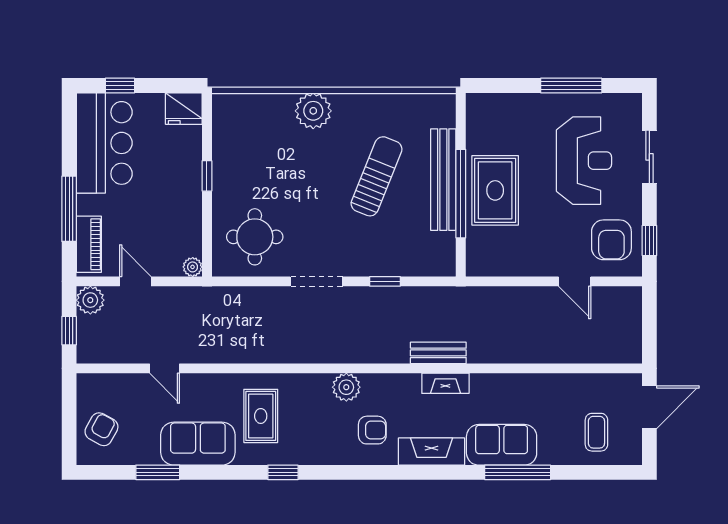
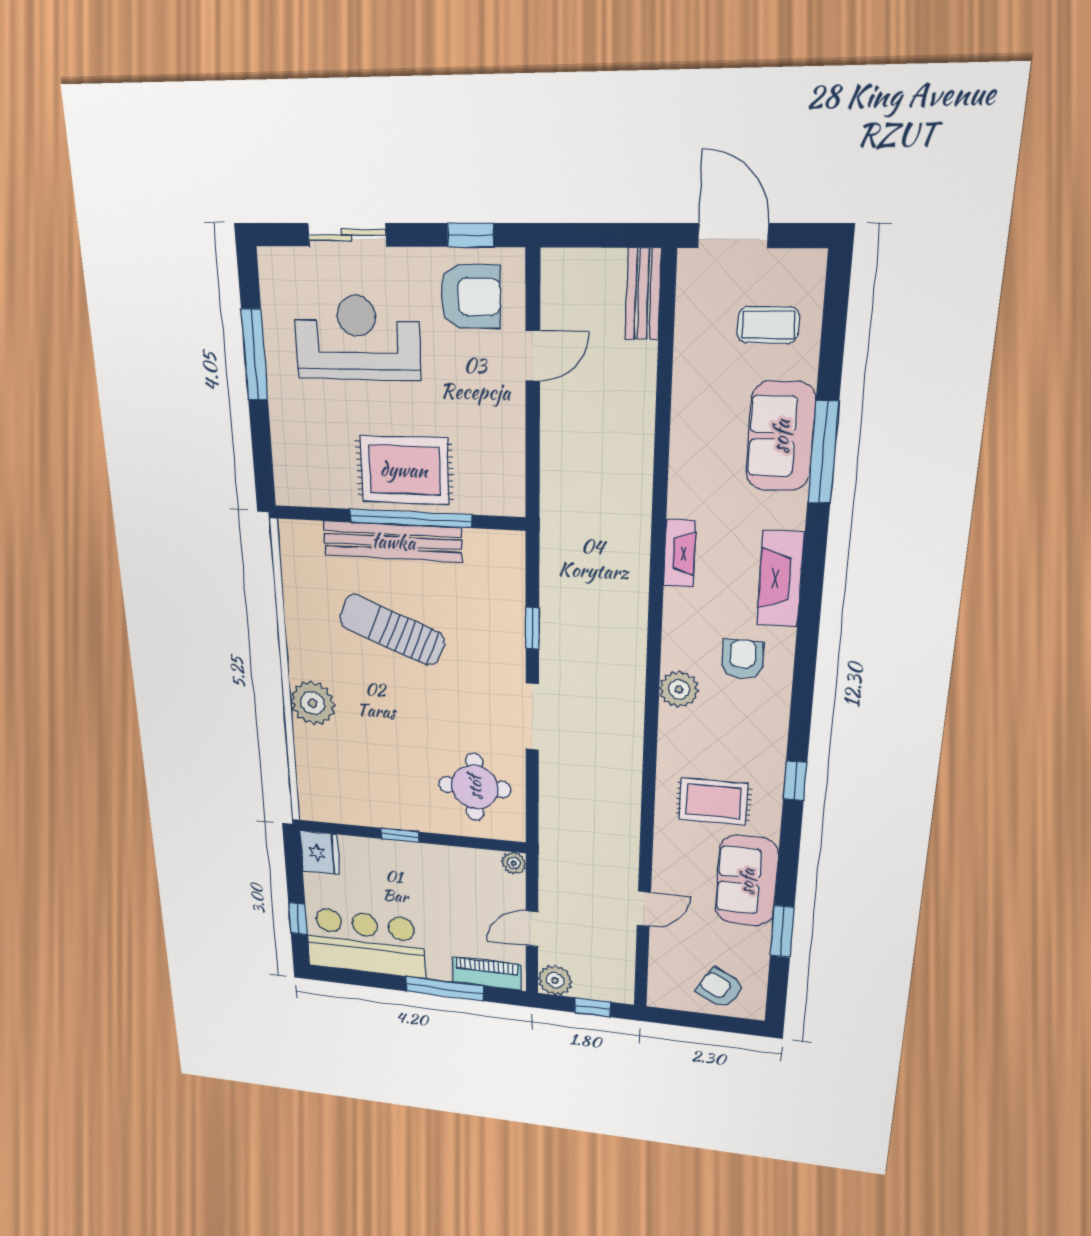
bench: (438, 353) -> (643, 294), moved
sofa: (502, 445) -> (781, 436), moved

